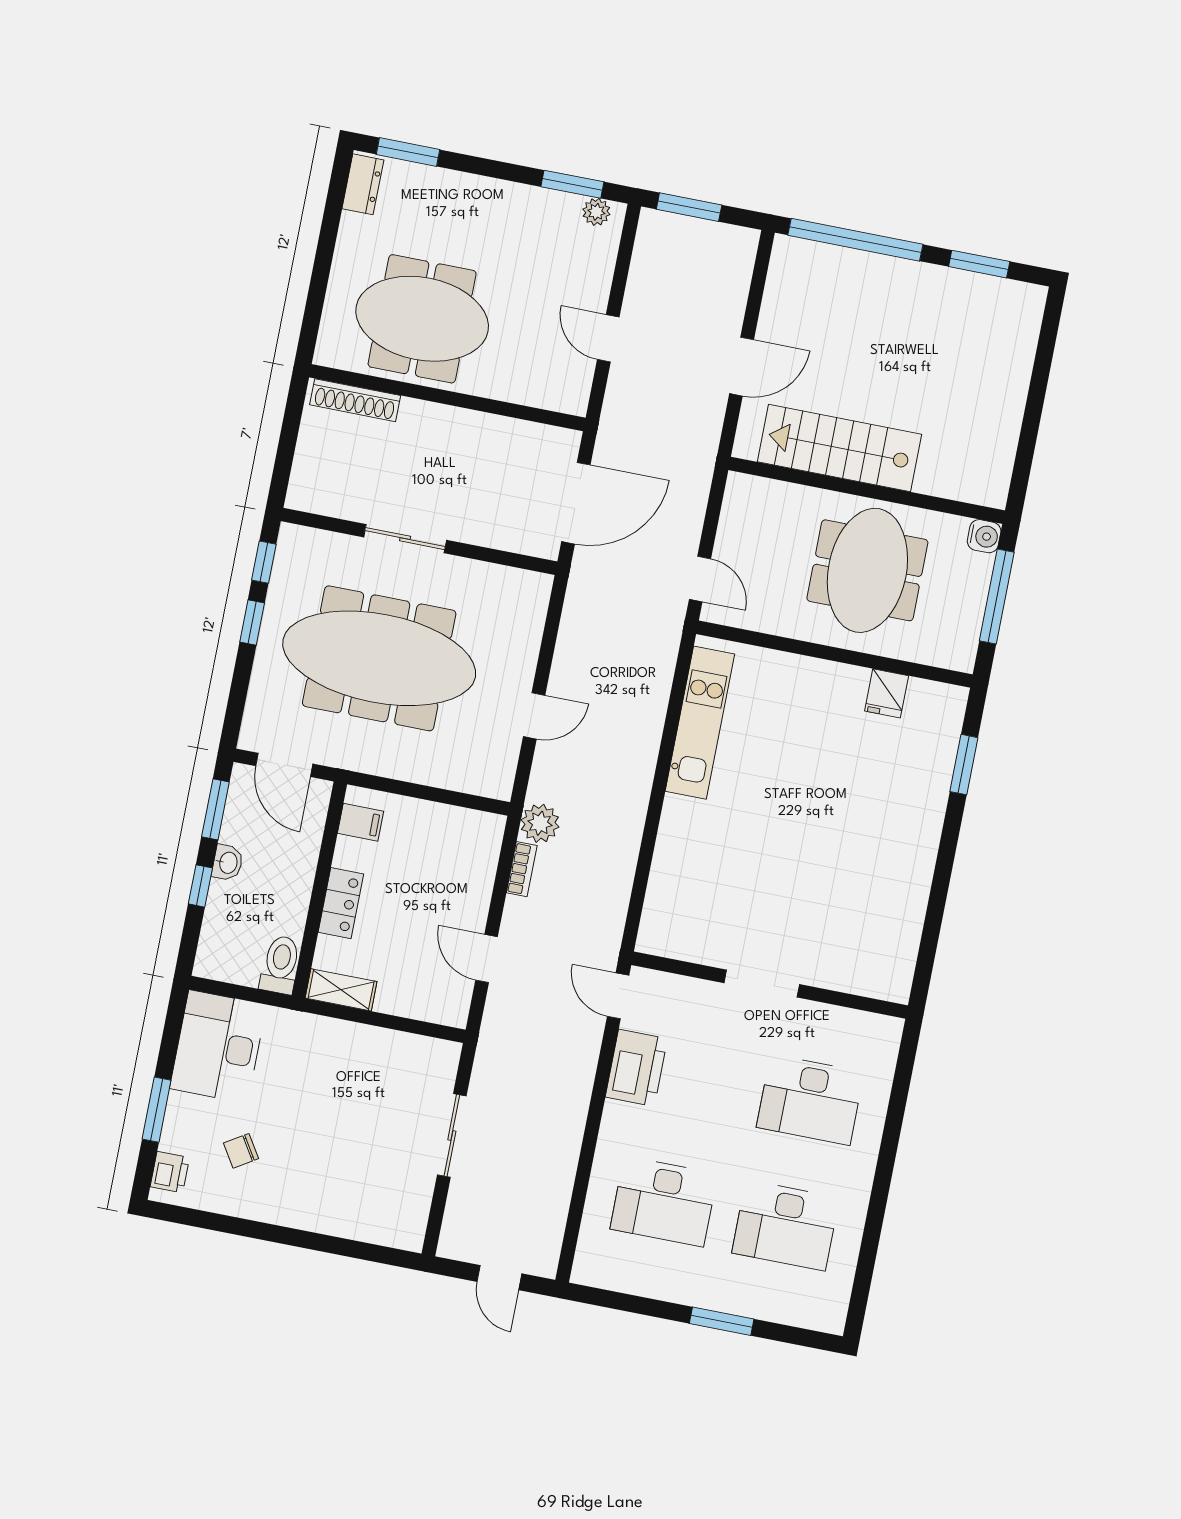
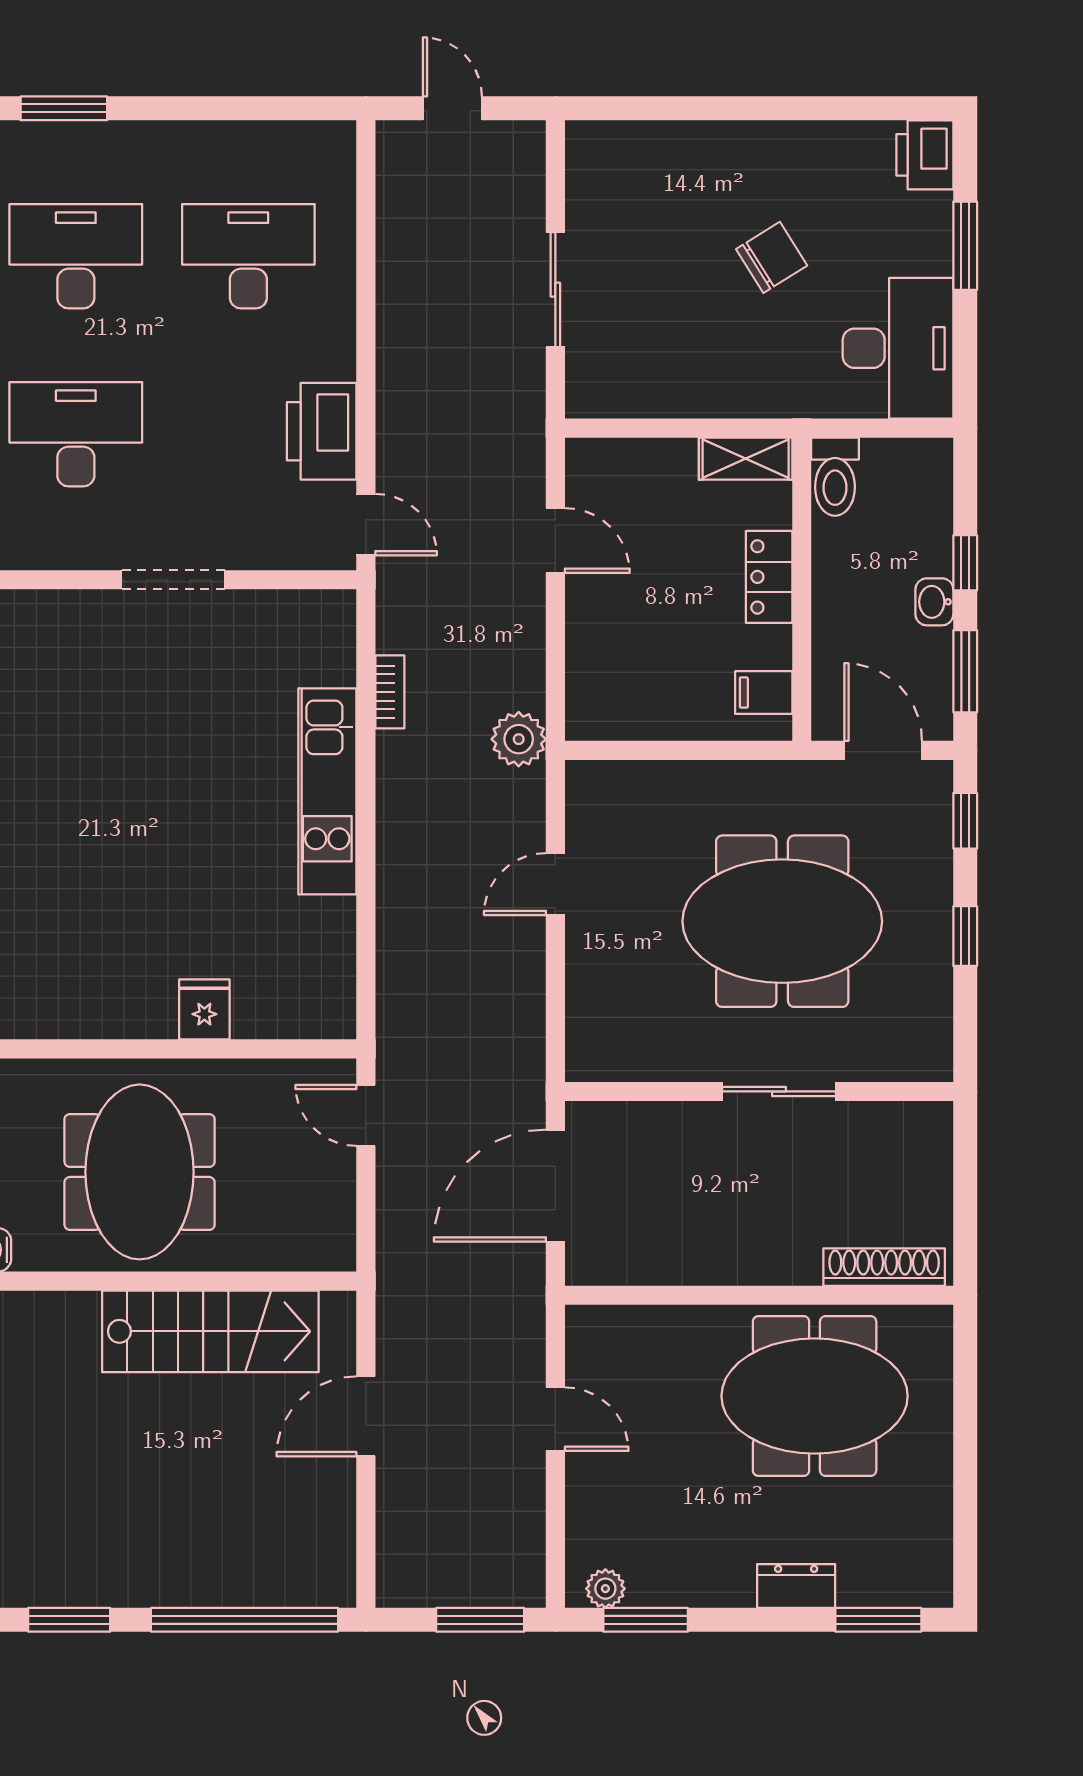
dresser: (363, 184) -> (796, 1586), moved, turned 90
window: (264, 562) -> (965, 821), moved
meeting table: (379, 658) -> (782, 921), width x0.73
fridge: (887, 693) -> (204, 1009), moved
kitchen unit: (700, 723) -> (327, 791), moved
bookcase: (522, 869) -> (390, 692), moved, turned 180
chair: (241, 1151) -> (772, 257), moved, width x1.37, depth x1.37
printer: (170, 1172) -> (925, 155), width x1.36, depth x1.24
window: (722, 1321) -> (64, 108), moved

